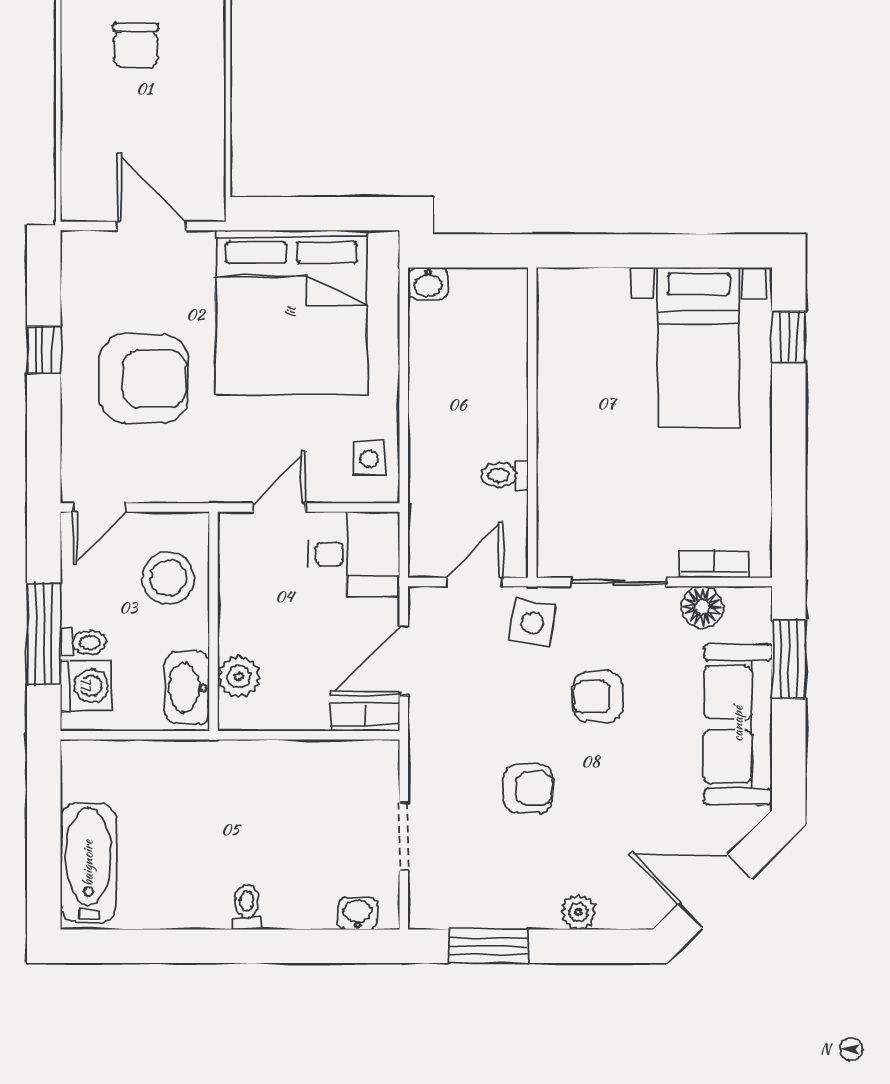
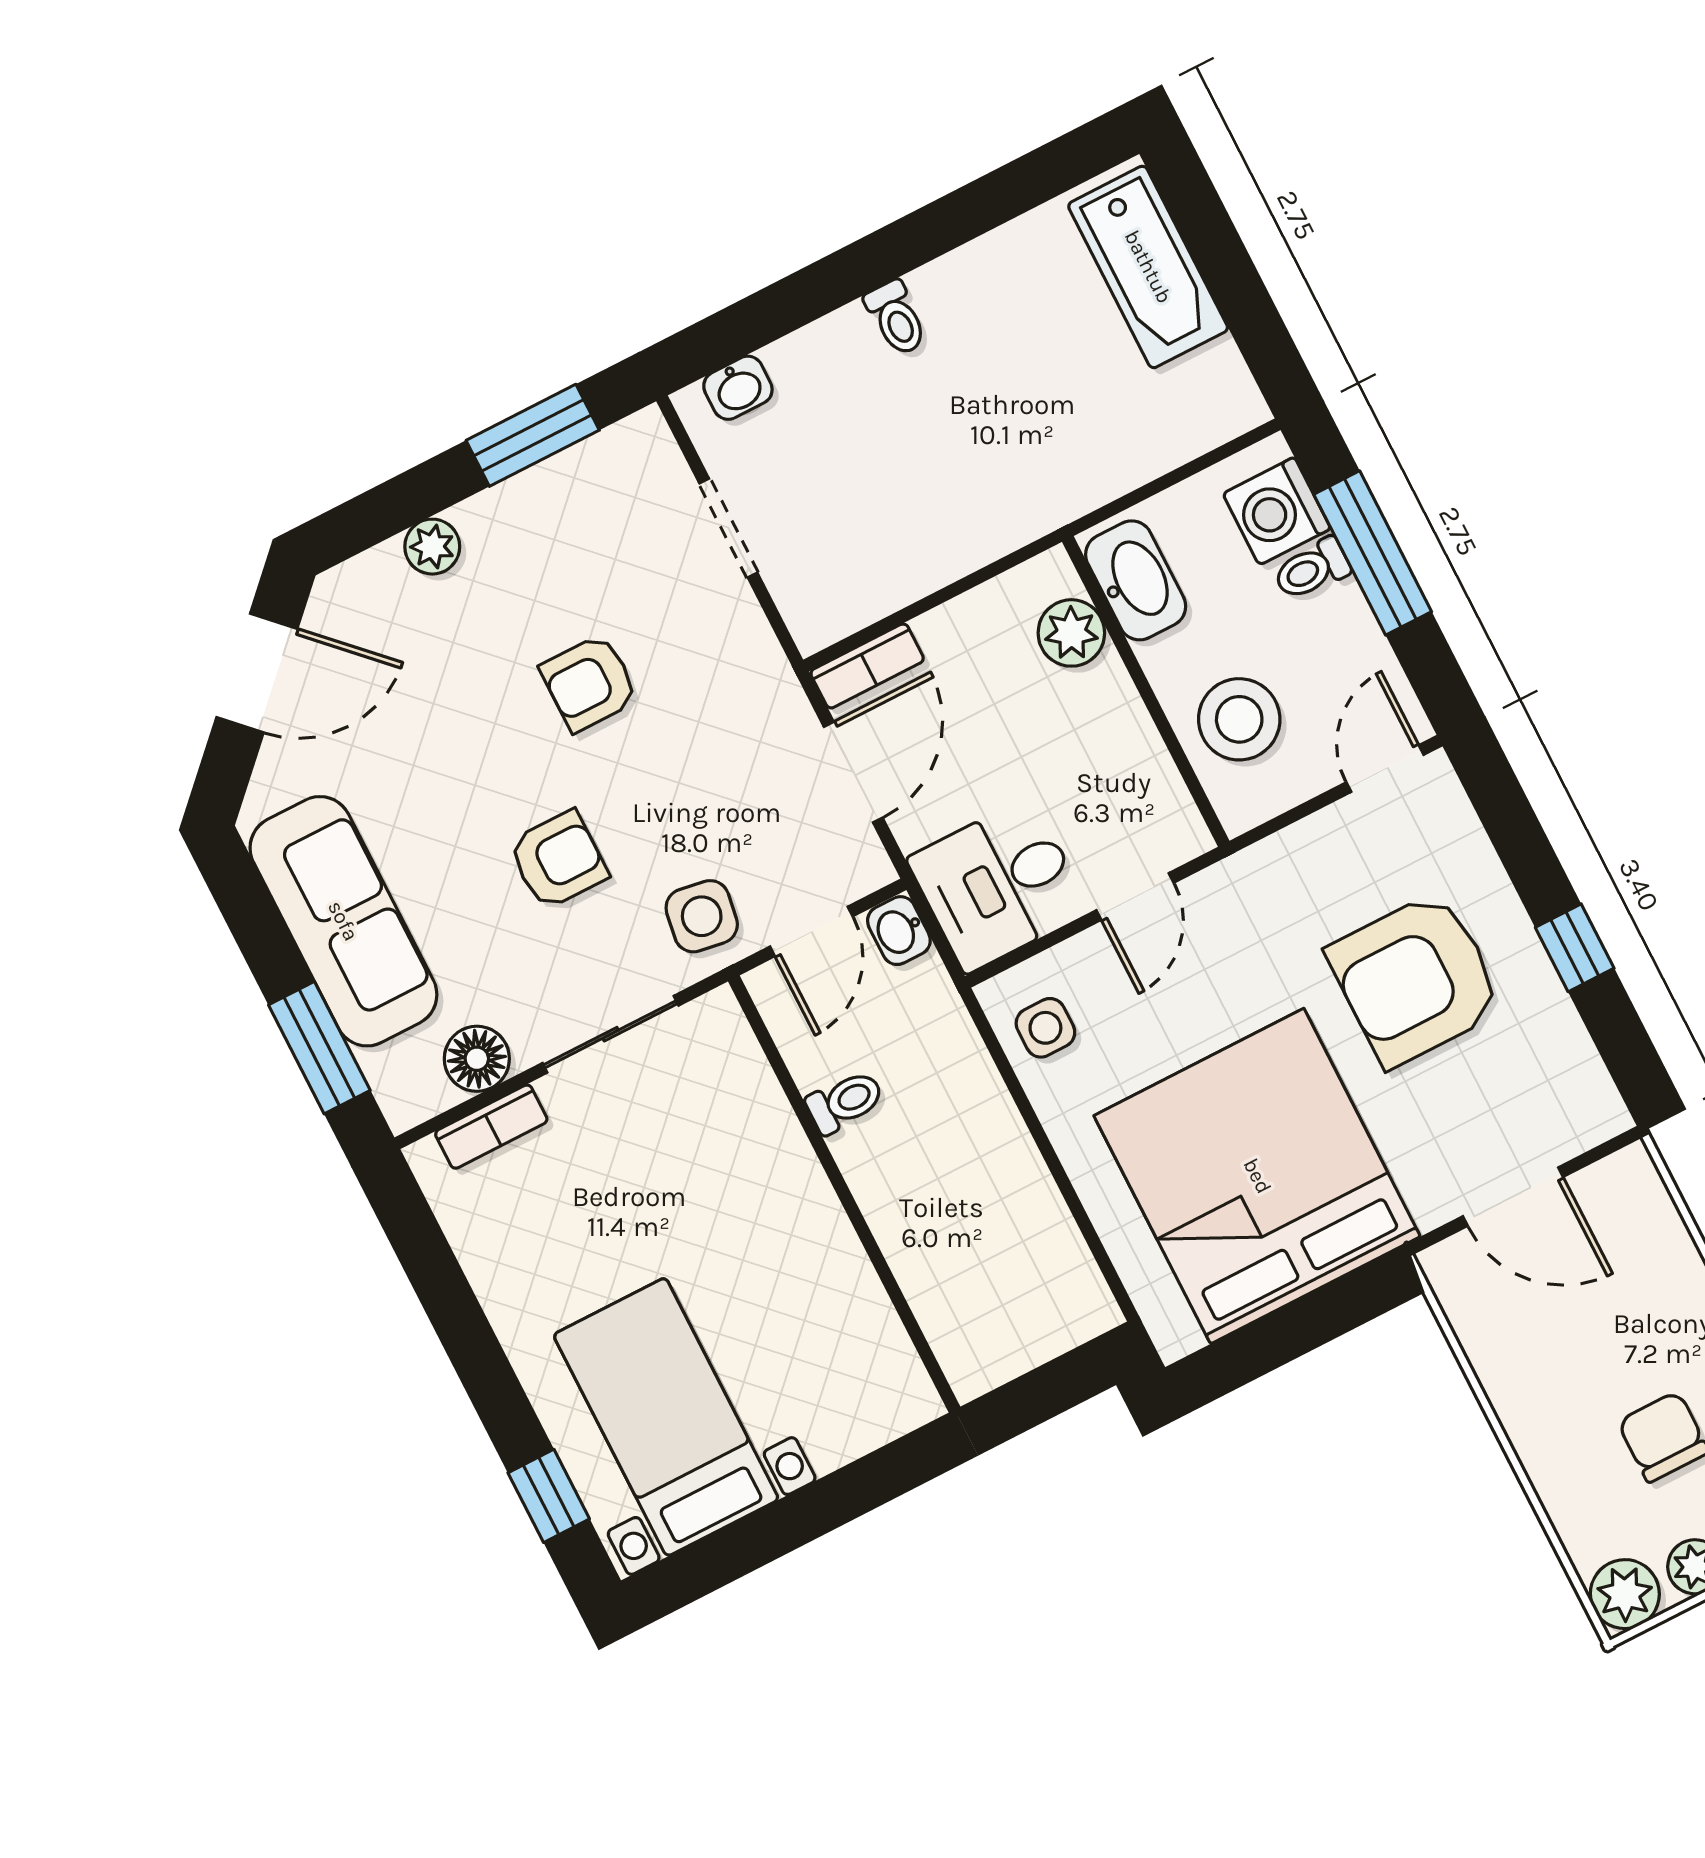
washbasin: (428, 284) -> (899, 931), moved, turned -90

